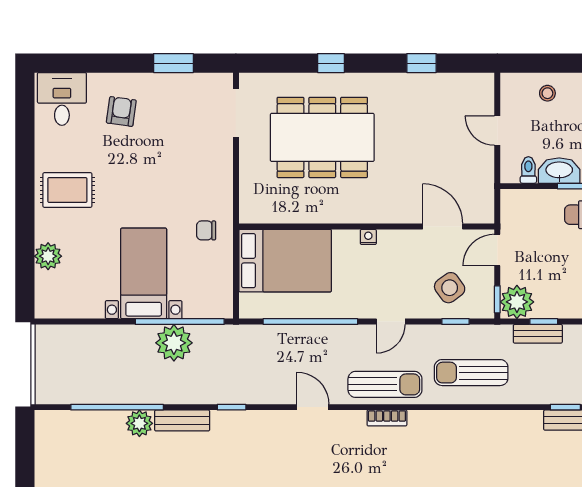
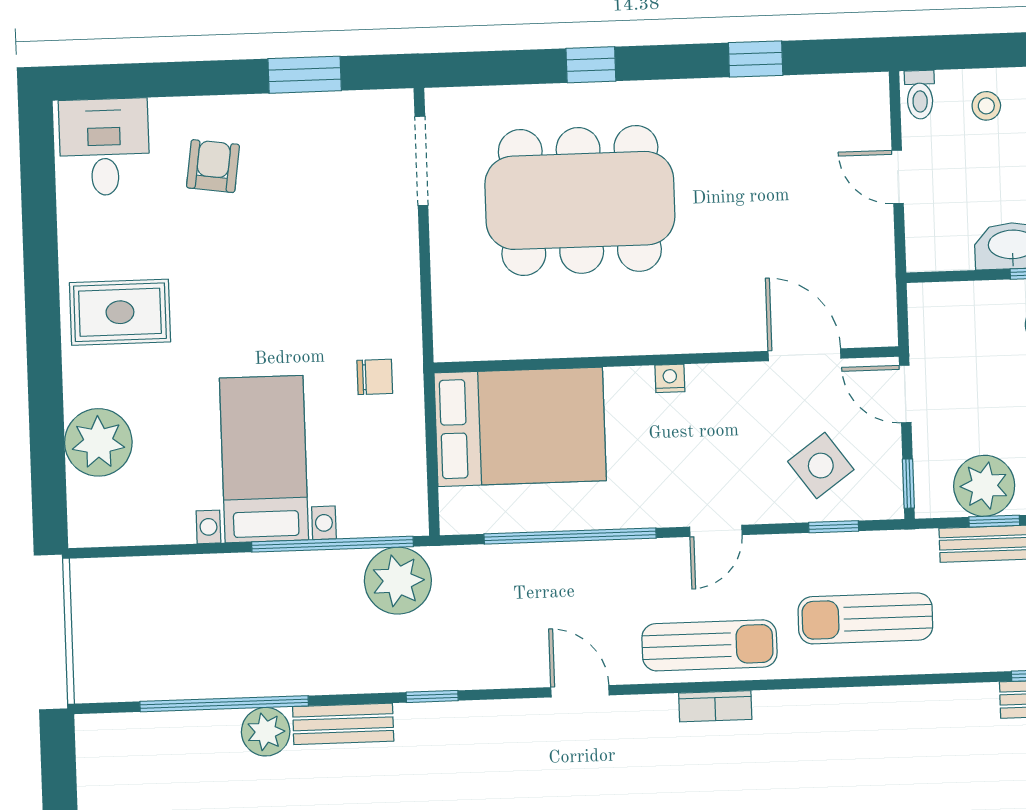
toilet: (528, 170) -> (920, 95), moved, turned 180
chair: (206, 230) -> (375, 377), turned 180
door: (497, 250) -> (905, 394), hinge flipped
plant: (48, 256) -> (98, 442), width x1.36, depth x1.36
plant: (517, 302) -> (984, 486), moved
plant: (174, 343) -> (398, 581), moved

